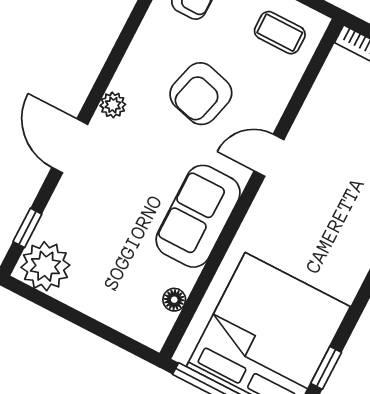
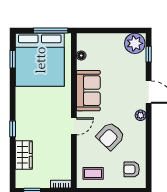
armchair: (201, 94) -> (110, 136), turned -151

